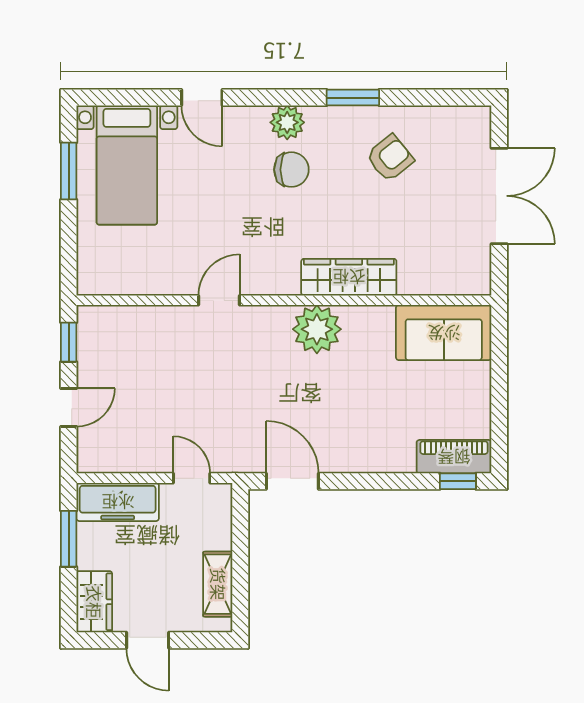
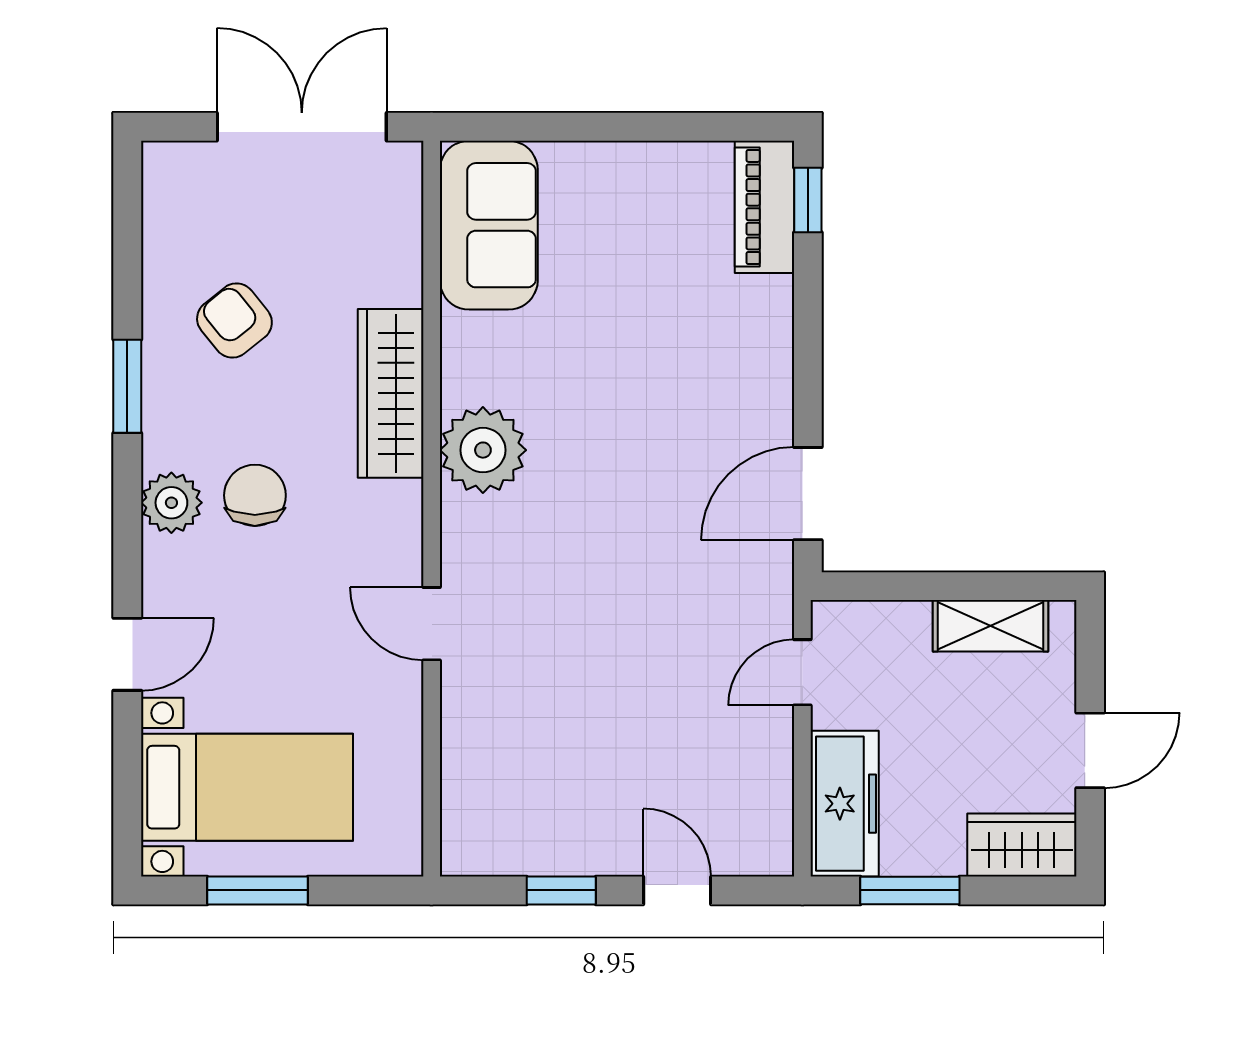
wardrobe: (349, 277) -> (391, 393), moved
door: (219, 300) -> (432, 624), moved
wall: (284, 300) -> (432, 509), moved
plant: (317, 329) -> (483, 450), moved
sofa: (444, 333) -> (489, 225), moved

